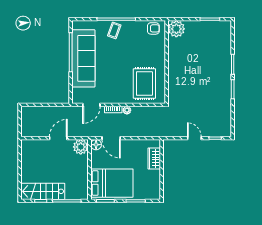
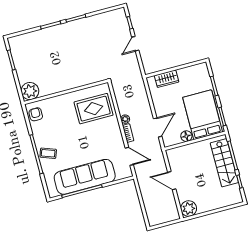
floor lamp: (96, 145) -> (186, 136), moved
plant: (81, 147) -> (189, 209), moved
stairs: (43, 191) -> (224, 163), moved

